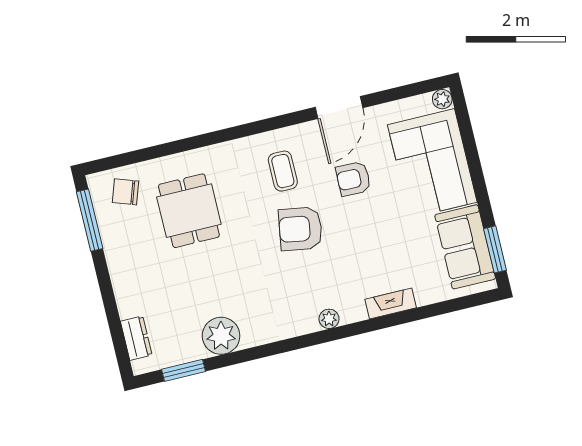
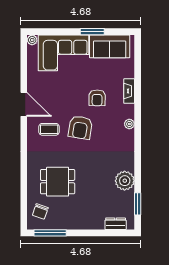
door: (339, 108) -> (24, 104), moved
armchair: (353, 179) -> (97, 98), moved
window: (495, 249) -> (92, 32), moved

